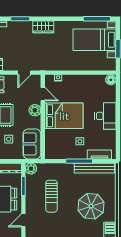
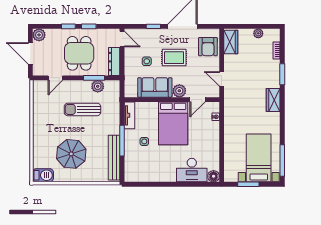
desk: (105, 116) -> (192, 170), moved
sofa: (32, 144) -> (155, 87), moved
tv unit: (99, 155) -> (129, 115), moved
plant: (31, 169) -> (98, 86), moved
door: (23, 220) -> (55, 78), swing flipped

